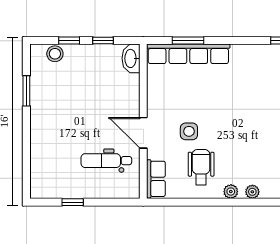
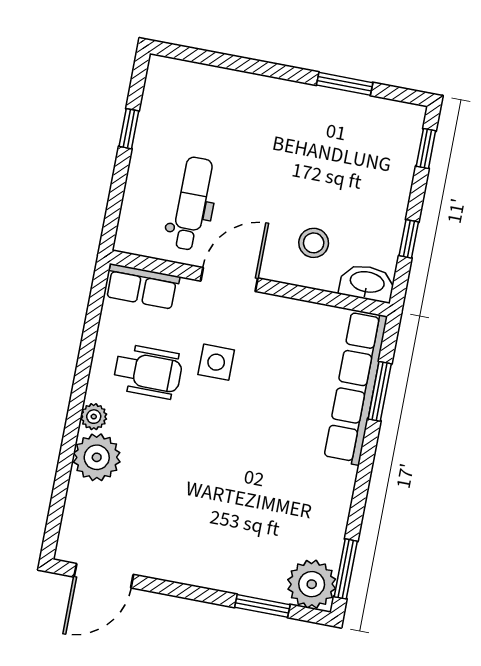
window: (69, 41) -> (426, 148), moved
stool: (55, 54) -> (314, 243), moved
plant: (252, 192) -> (97, 457), width x1.88, depth x1.88

